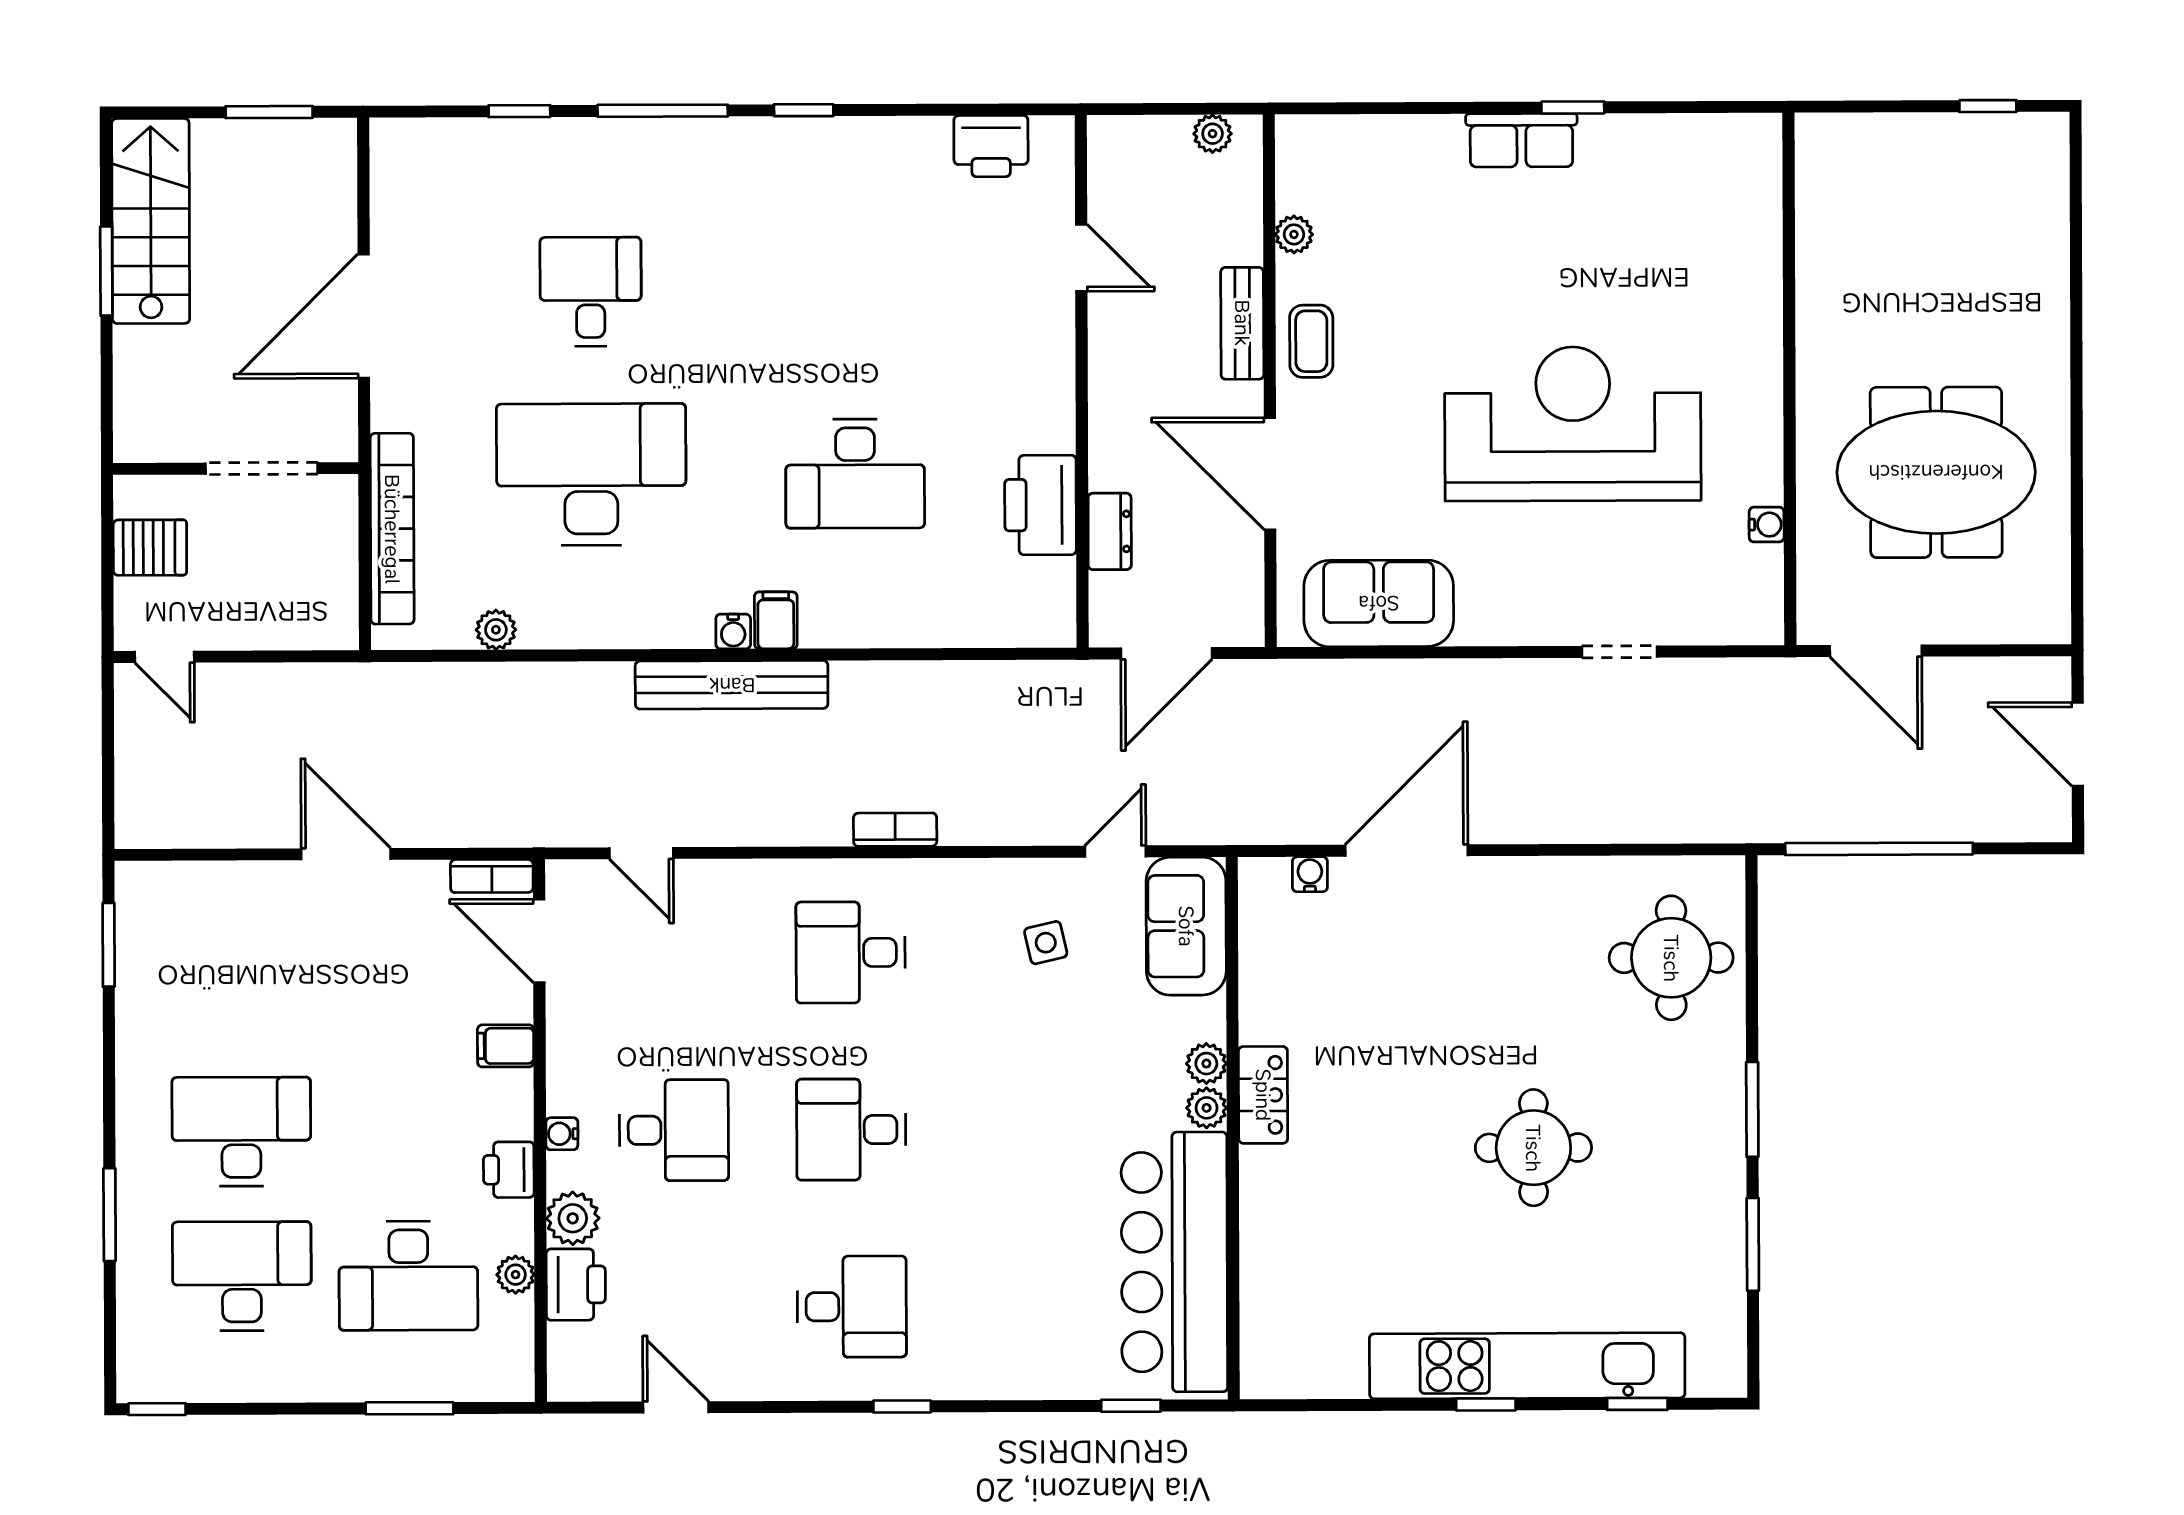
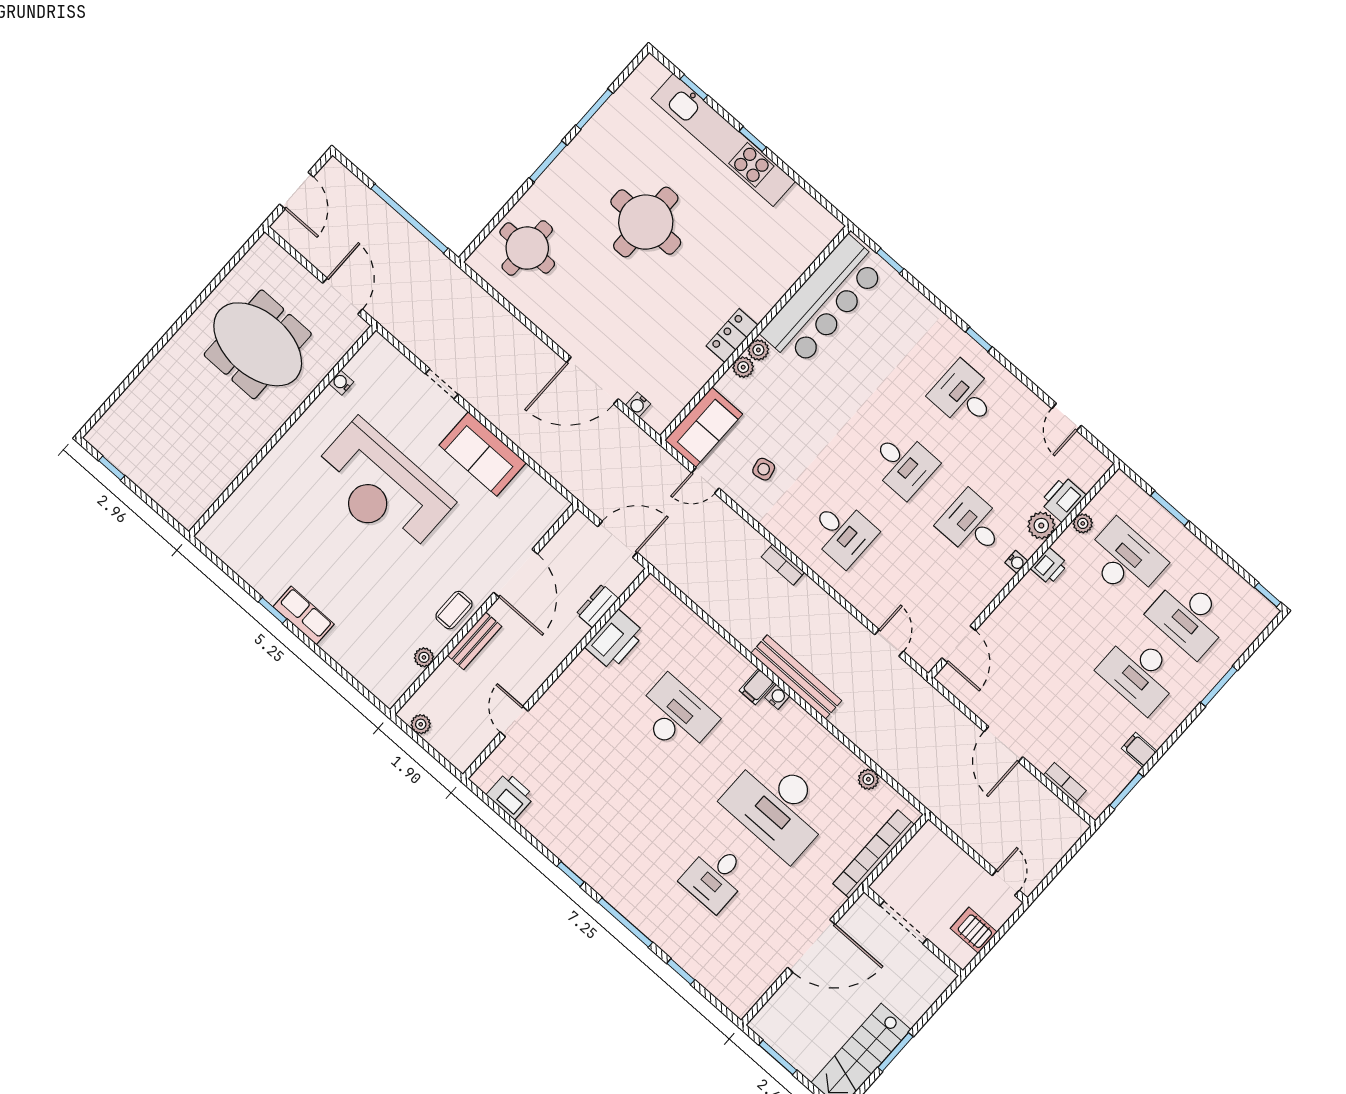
sofa: (1379, 603) -> (483, 454), moved
bookcase: (492, 876) -> (1065, 783), moved
filing cabinet: (506, 1046) -> (1139, 750), moved, turned 180
round table: (1533, 1148) -> (646, 222), width x1.36, depth x1.36

